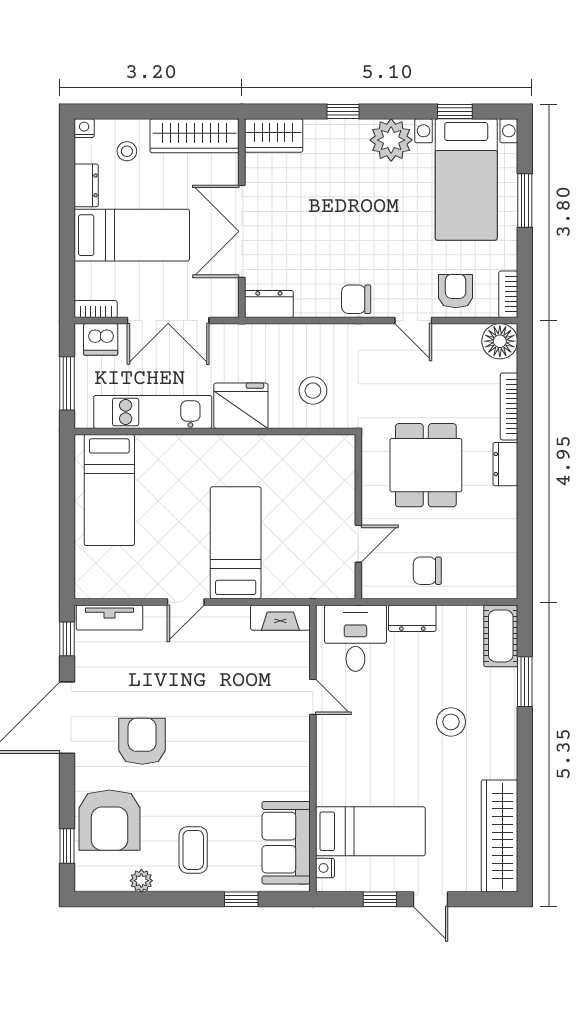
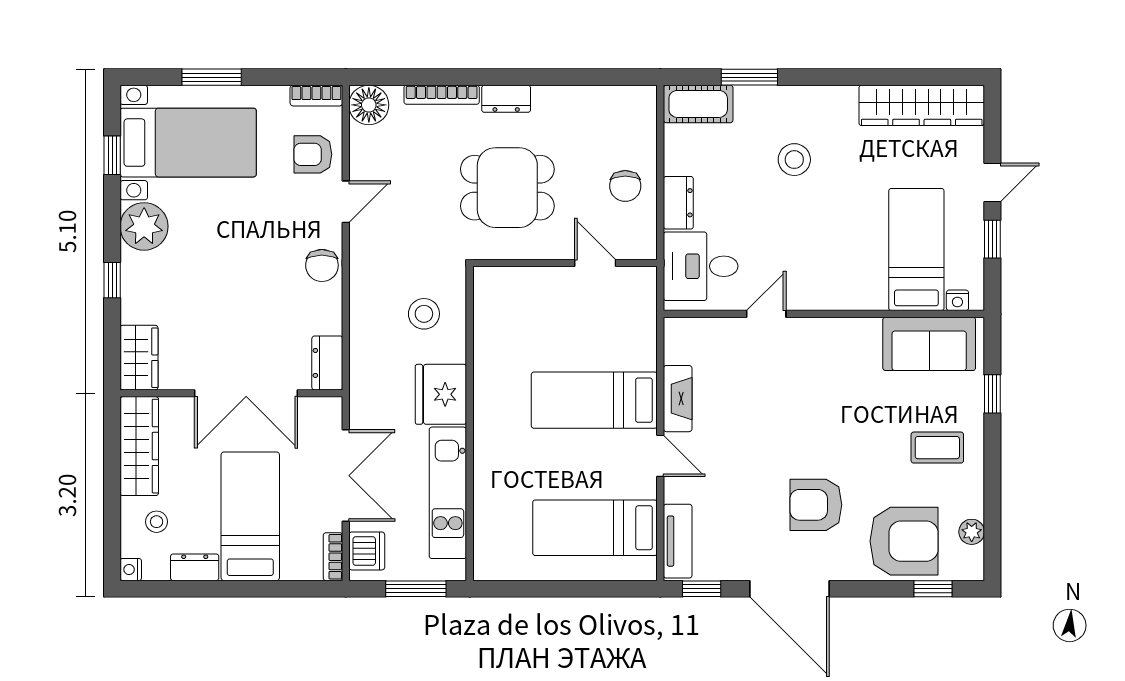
bed: (109, 490) -> (595, 528), moved, turned 180
fireplace: (280, 618) -> (678, 399), moved
plant: (141, 881) -> (972, 532), moved

